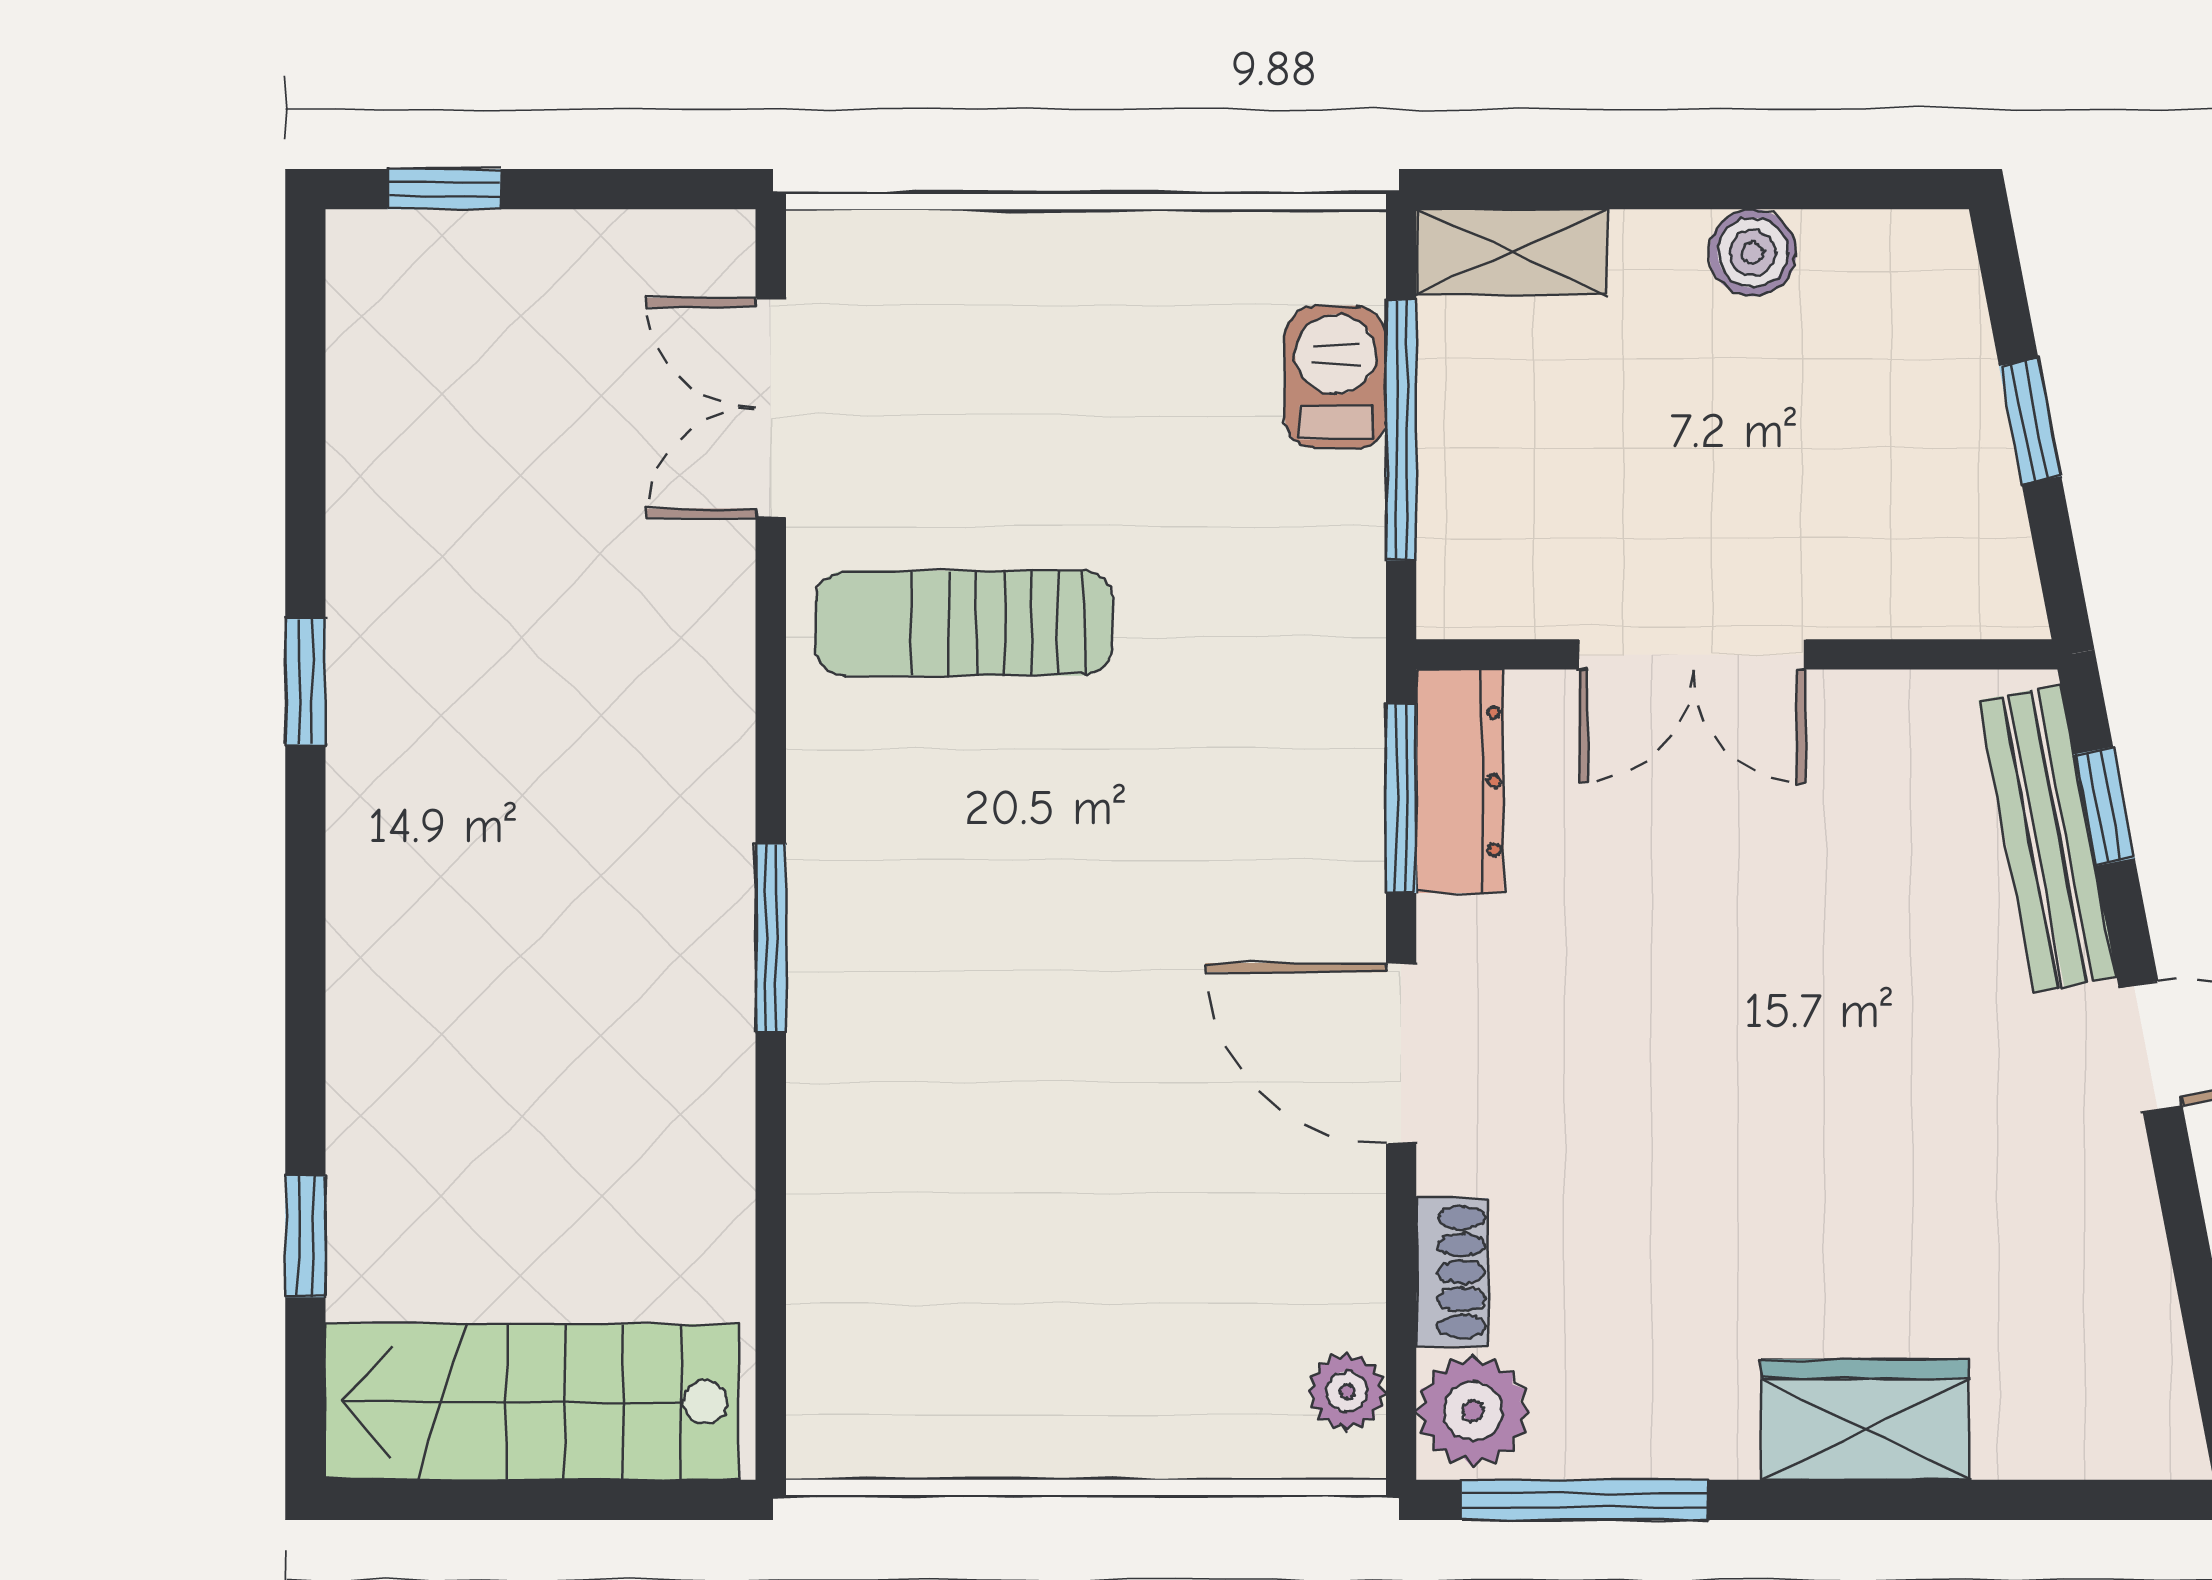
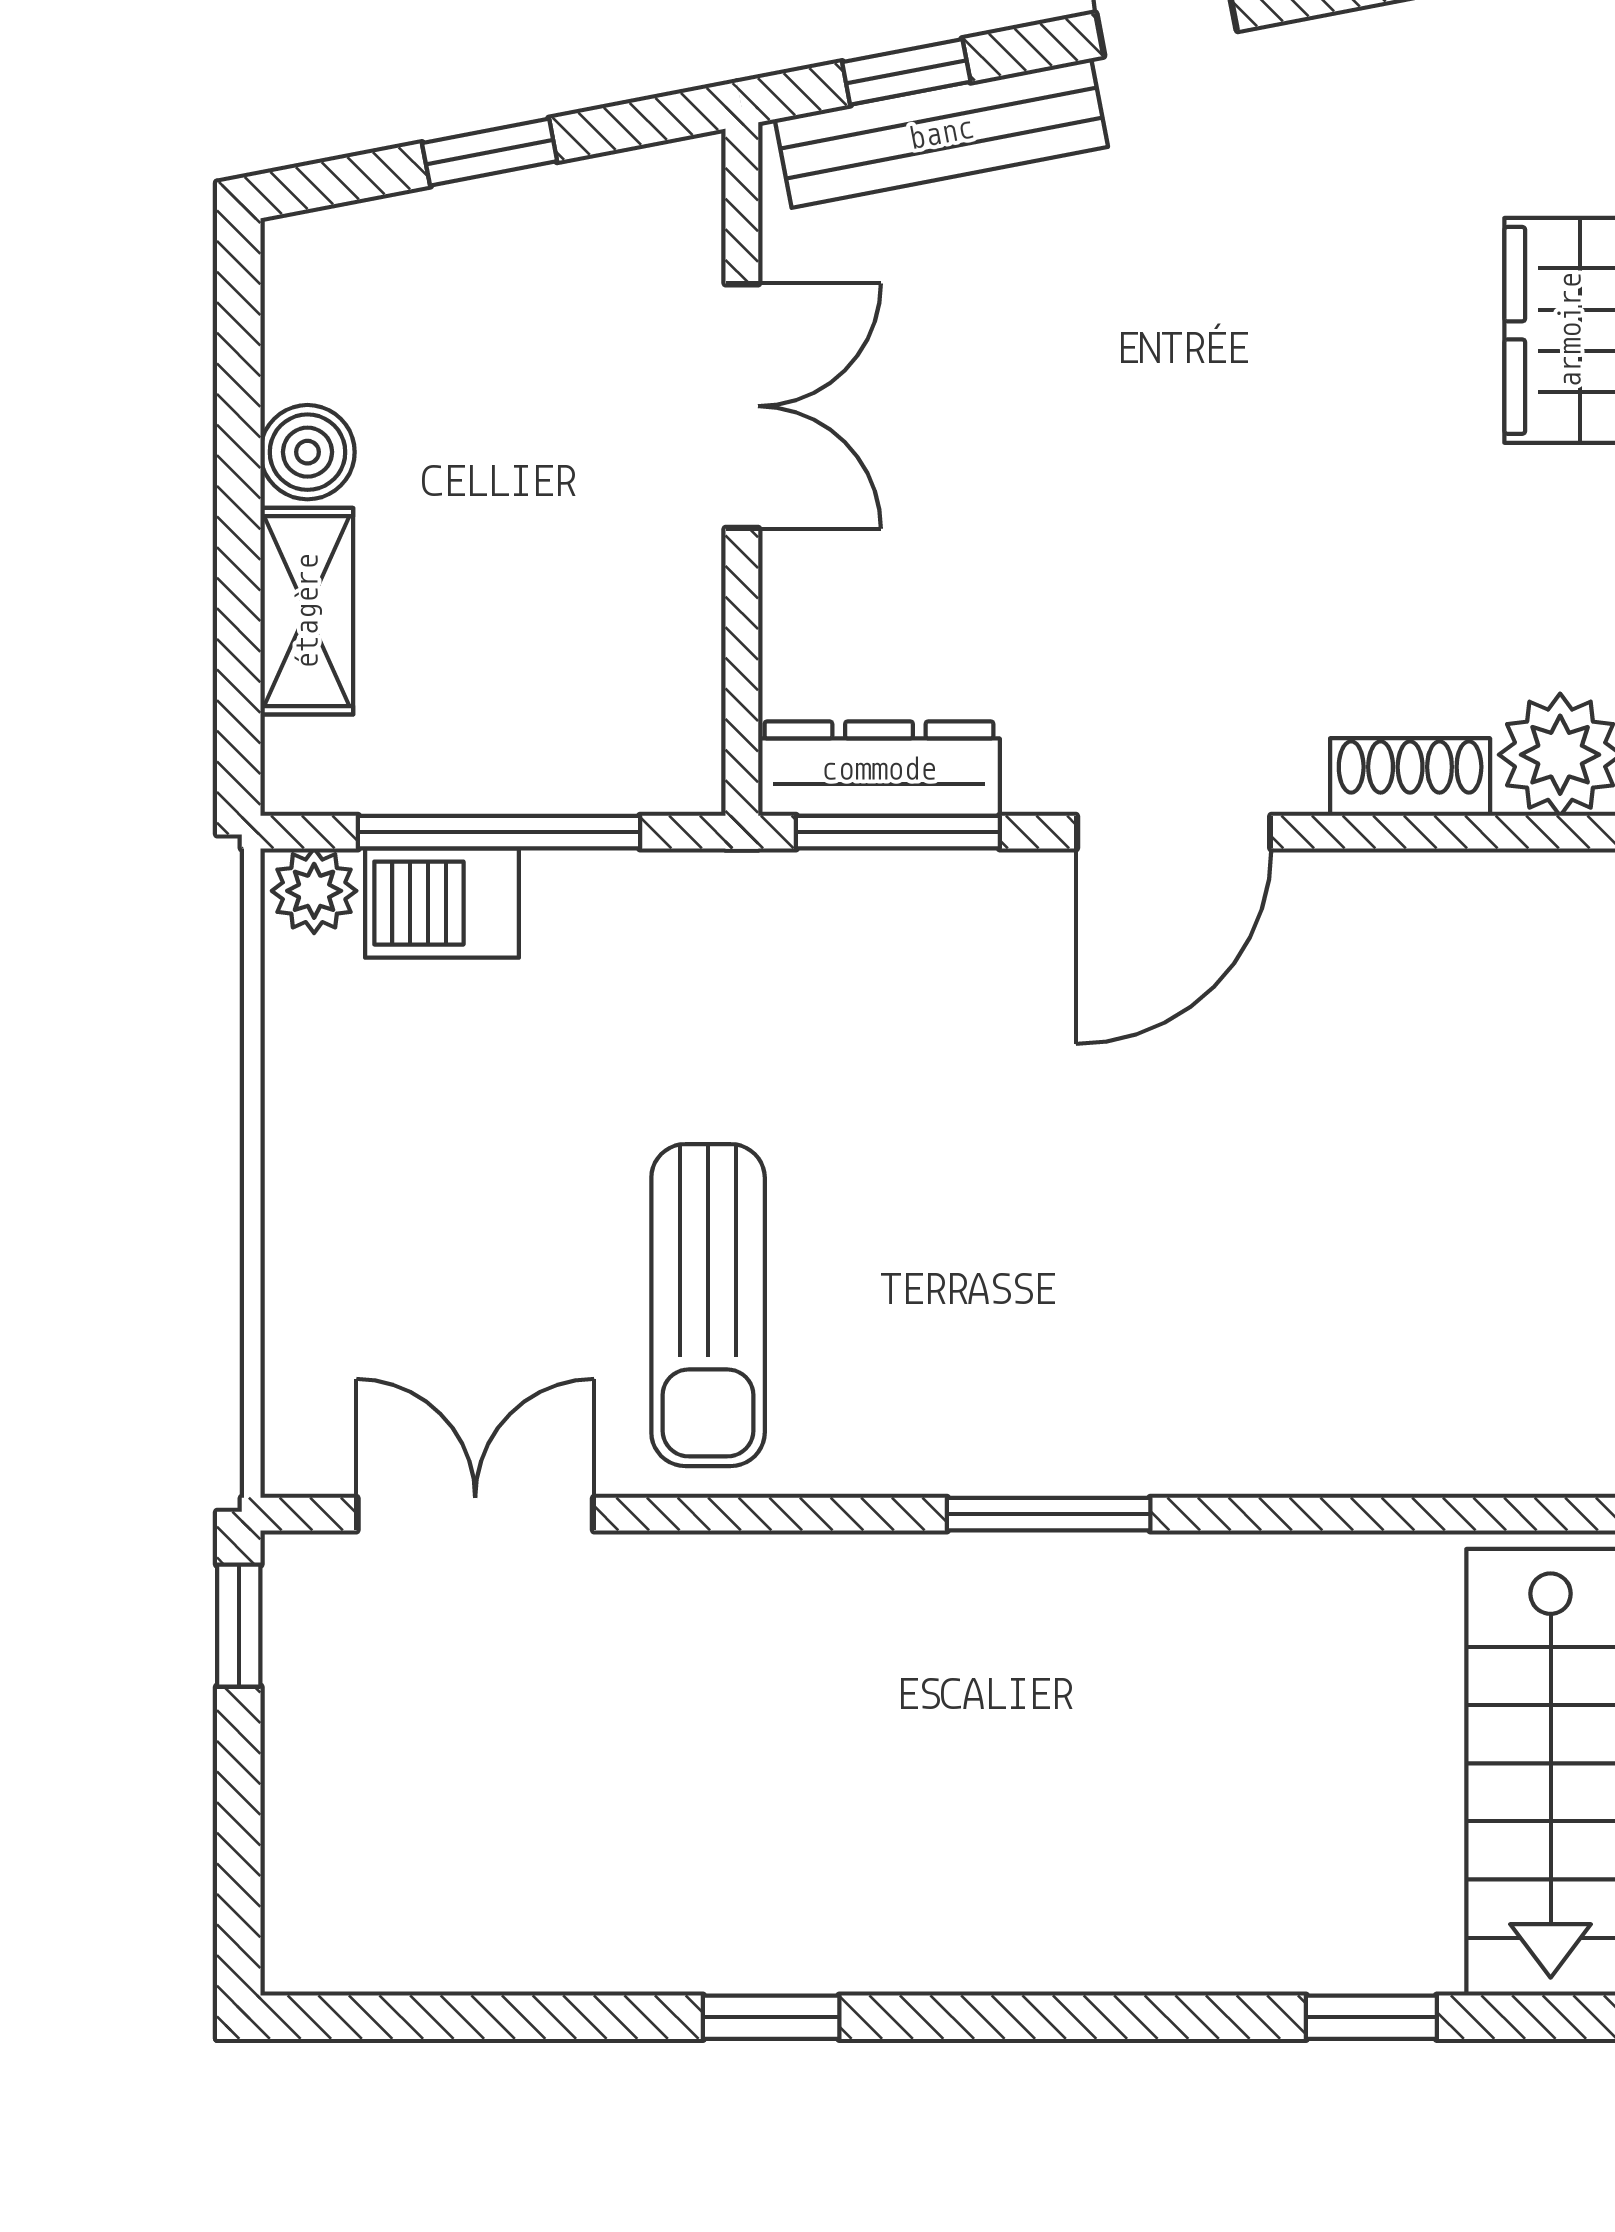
window: (444, 189) -> (239, 1626), moved
shelving: (1512, 252) -> (307, 611), moved
double door: (771, 408) -> (475, 1514), swing flipped
double door: (1692, 654) -> (742, 406), moved
plant: (1347, 1392) -> (314, 891), moved

